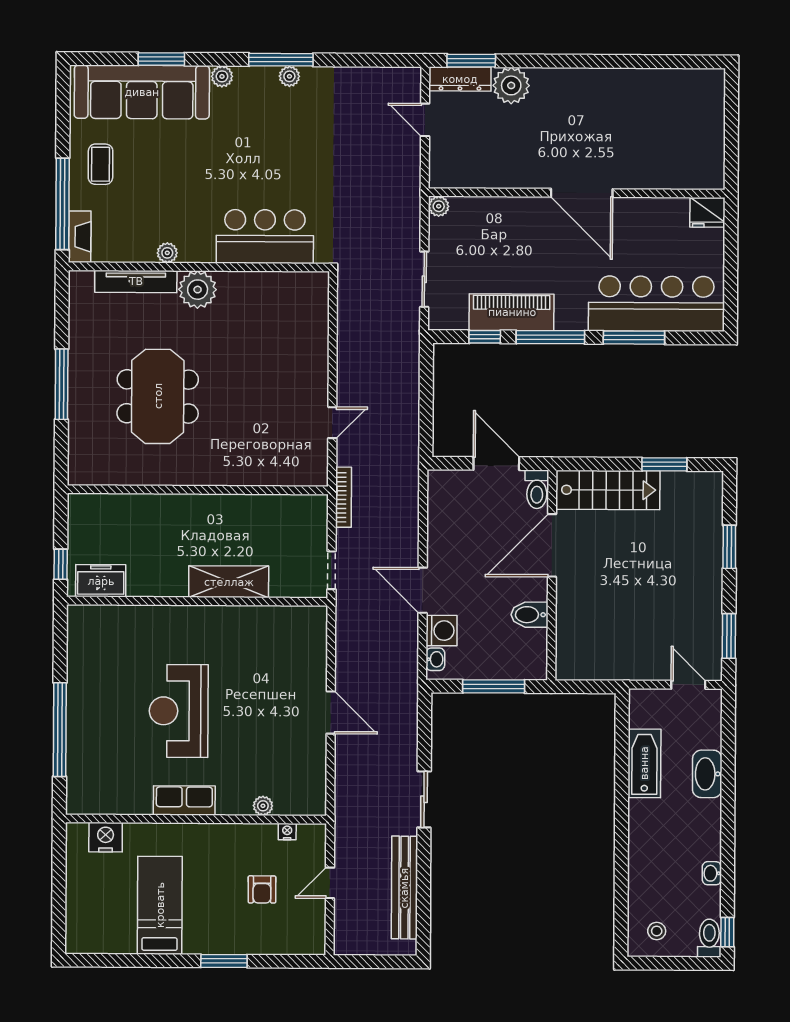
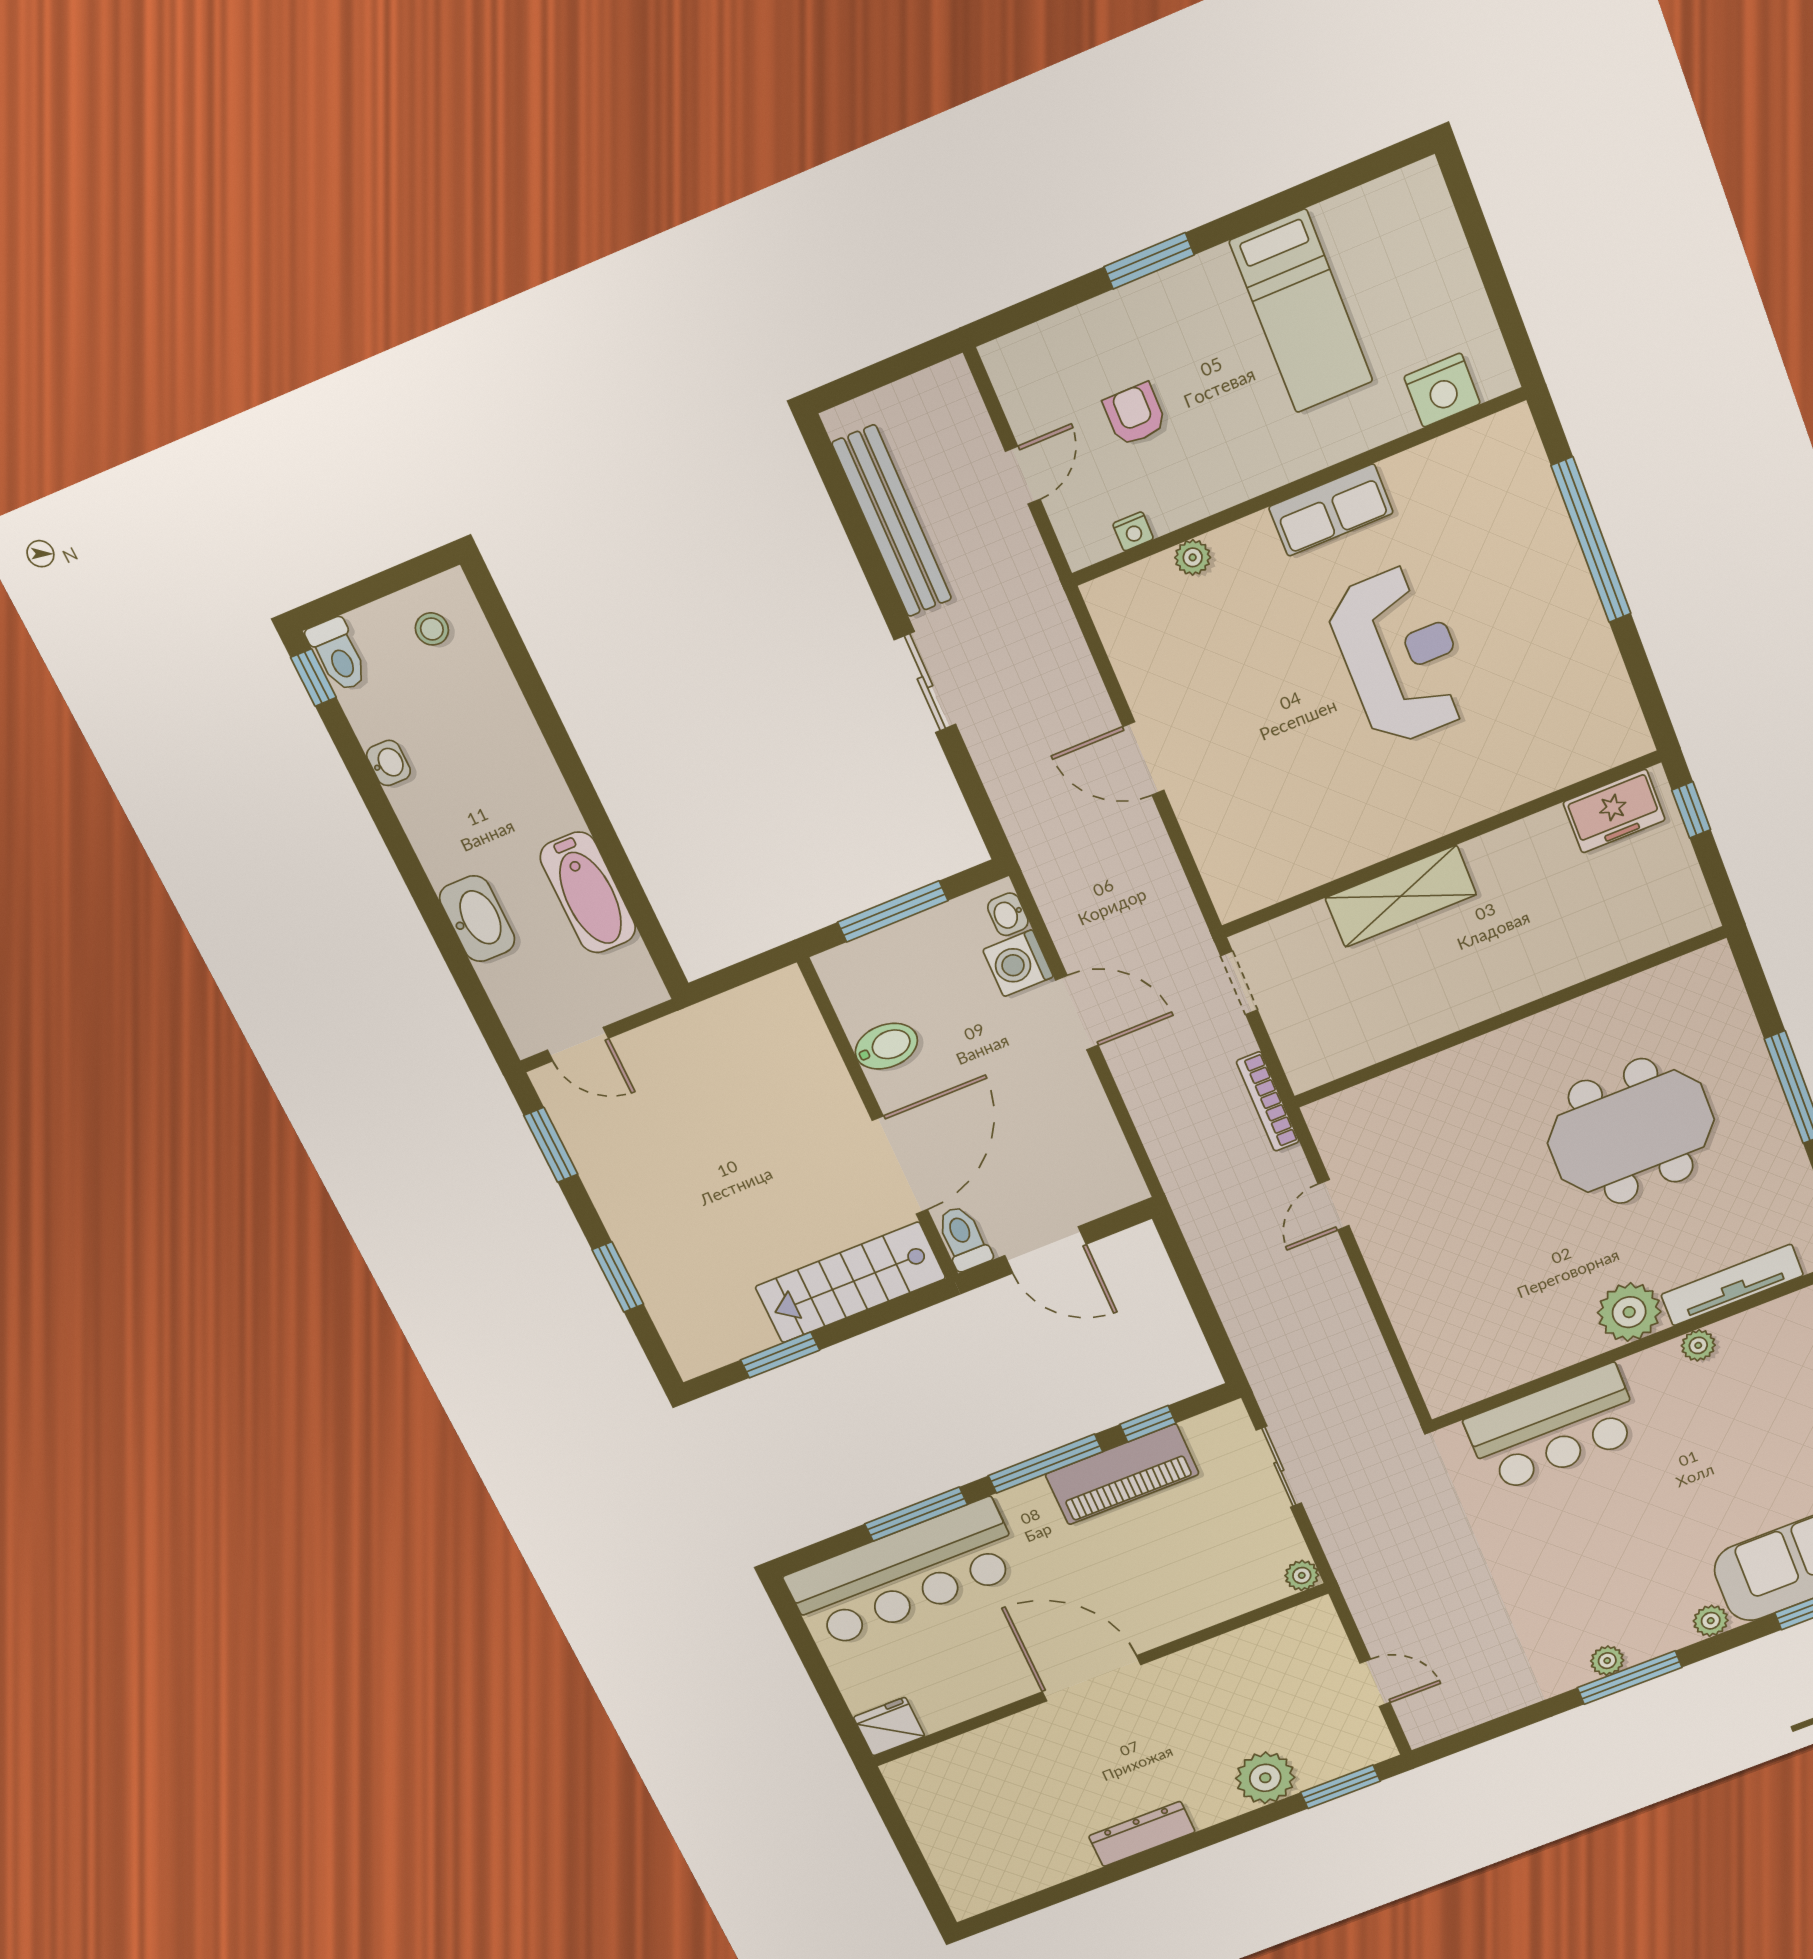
dresser: (460, 79) -> (1142, 1834), moved
meeting table: (158, 396) -> (1631, 1131), turned 90

